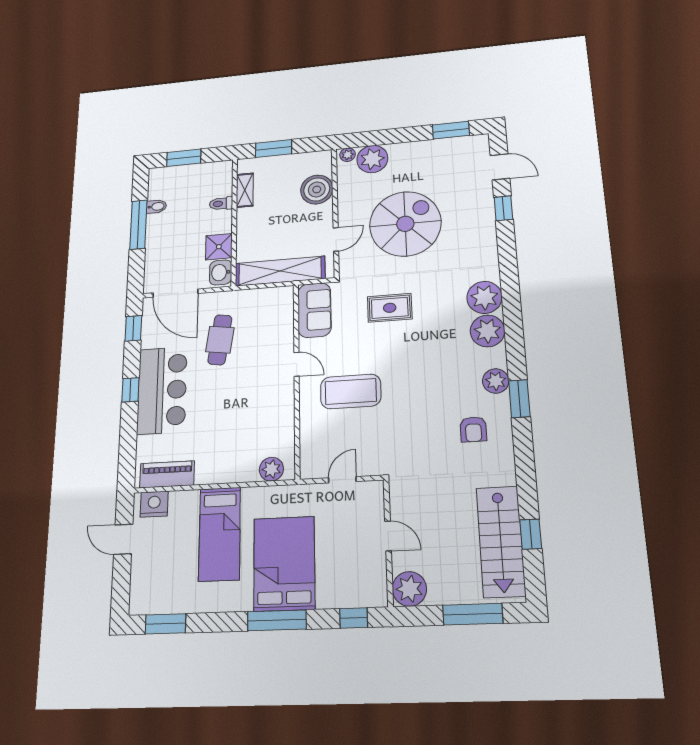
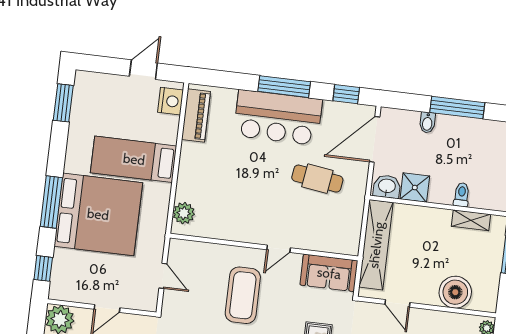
bidet: (156, 207) -> (427, 122), moved
window: (130, 390) -> (284, 87), width x2.17
bed: (284, 563) -> (98, 214), width x1.36

